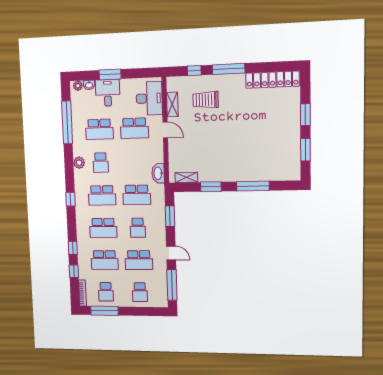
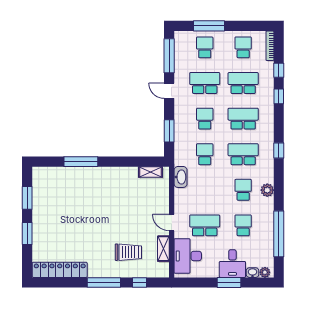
school desk: (99, 129) -> (243, 225), width x0.54
window: (211, 187) -> (125, 162), removed
school desk: (137, 195) -> (205, 154), width x0.54
window: (104, 311) -> (209, 26), moved

